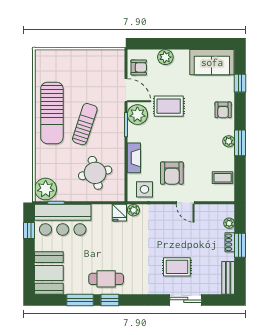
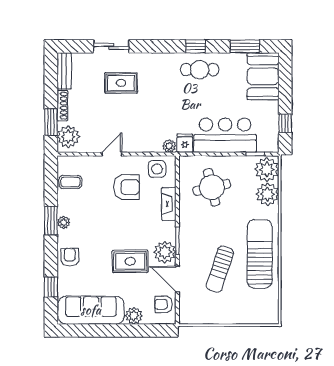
sofa: (212, 62) -> (91, 310), width x1.36
sun lounger: (85, 124) -> (220, 269), moved
plant: (45, 167) -> (268, 194), added
armchair: (172, 173) -> (127, 187), turned 90
door: (185, 203) -> (112, 154), hinge flipped
bar counter: (63, 220) -> (225, 135), moved
plant: (229, 223) -> (68, 137), width x1.88, depth x1.88
shoe rack: (230, 242) -> (62, 106), width x1.43
window: (240, 245) -> (51, 122), moved
window: (80, 300) -> (245, 46), moved

